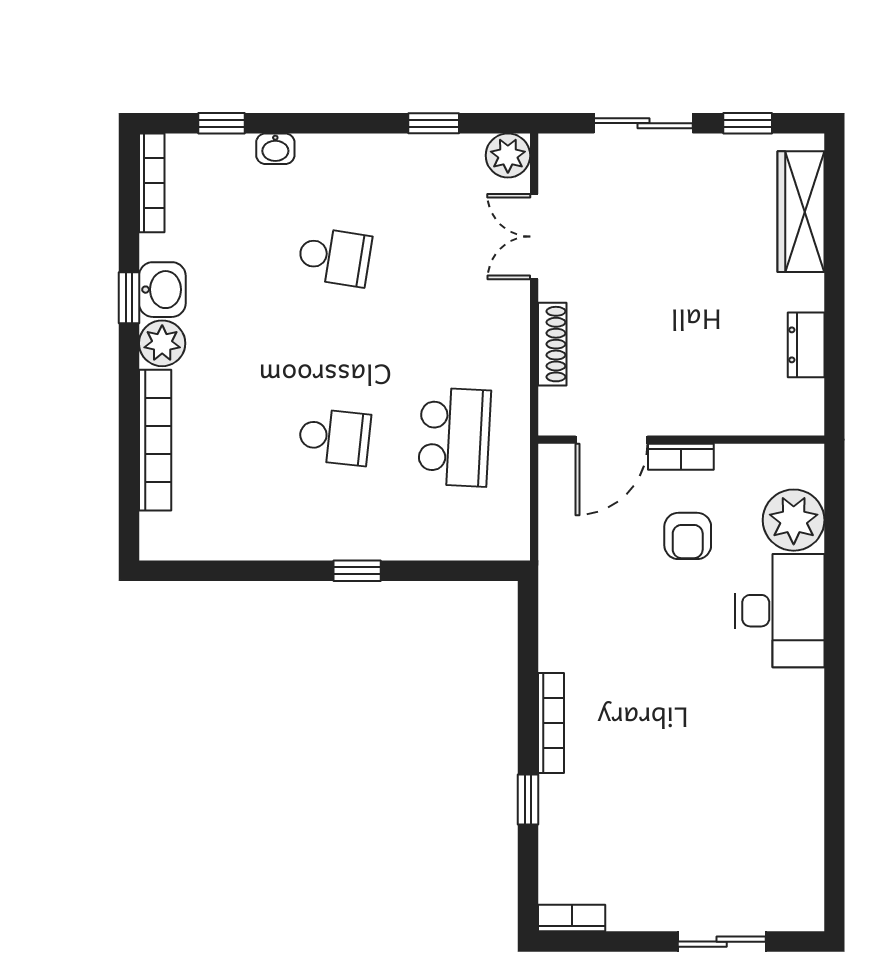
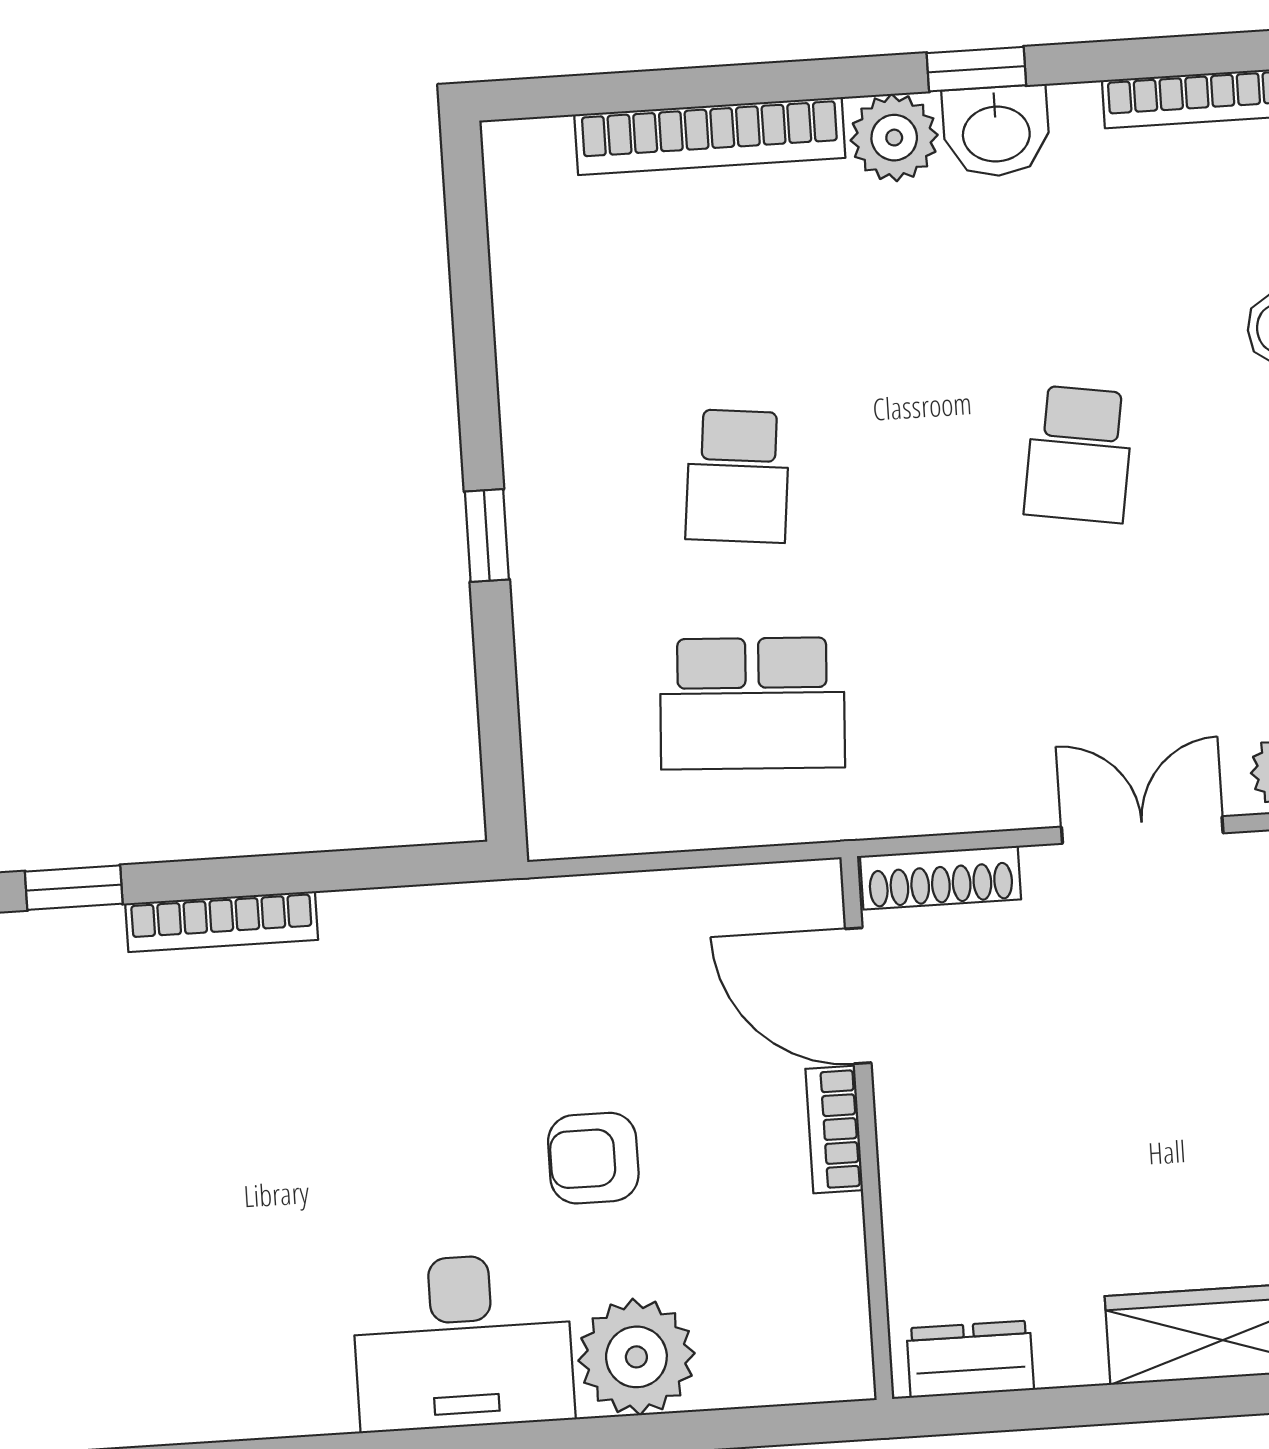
door: (612, 440) -> (858, 996), moved
wall: (681, 440) -> (867, 1128), moved
bookcase: (681, 457) -> (834, 1129), moved

